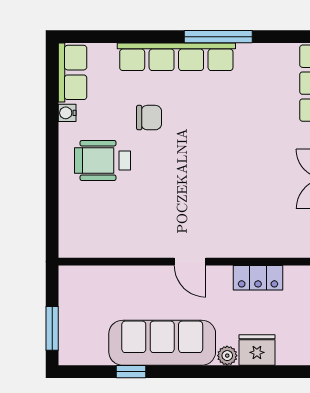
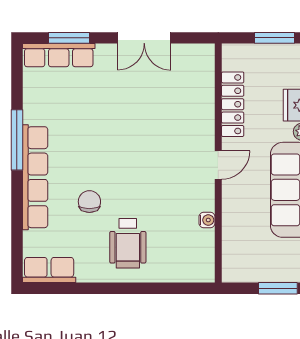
water cooler: (67, 113) -> (207, 220), moved, turned -90
locker: (258, 278) -> (233, 104), width x1.53

